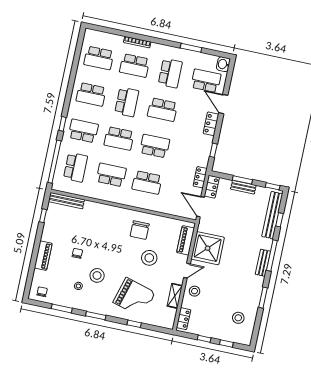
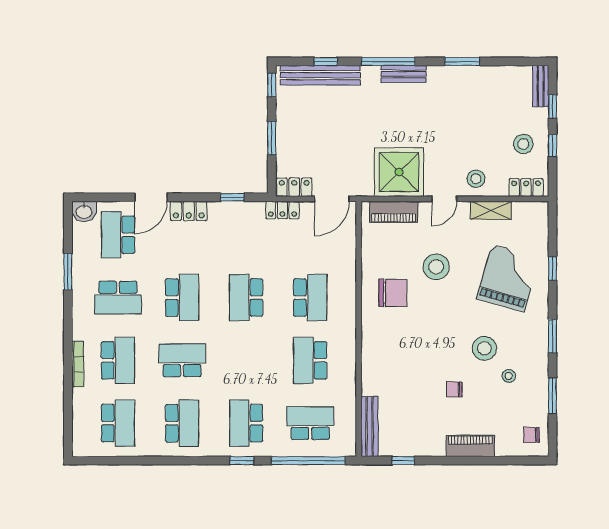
school desk: (170, 73) -> (118, 298), turned 180
school desk: (119, 138) -> (246, 360), removed
bench: (243, 187) -> (541, 86), moved
door: (187, 271) -> (444, 199), swing flipped
stool: (238, 318) -> (523, 144), moved

